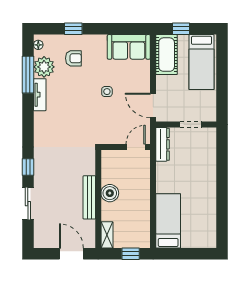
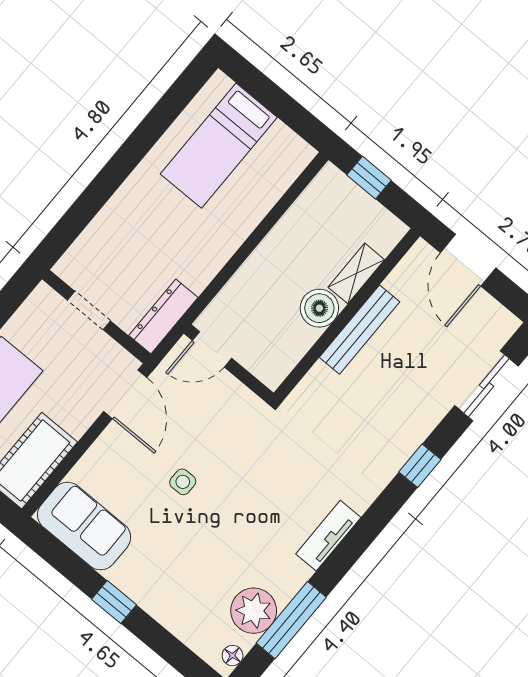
window: (73, 29) -> (114, 602), moved
armchair: (73, 58) -> (192, 584), removed
tv unit: (40, 95) -> (328, 536), moved
sliding door: (28, 204) -> (486, 386), moved
bed: (168, 221) -> (219, 146), moved
shelving: (107, 235) -> (356, 273), moved

